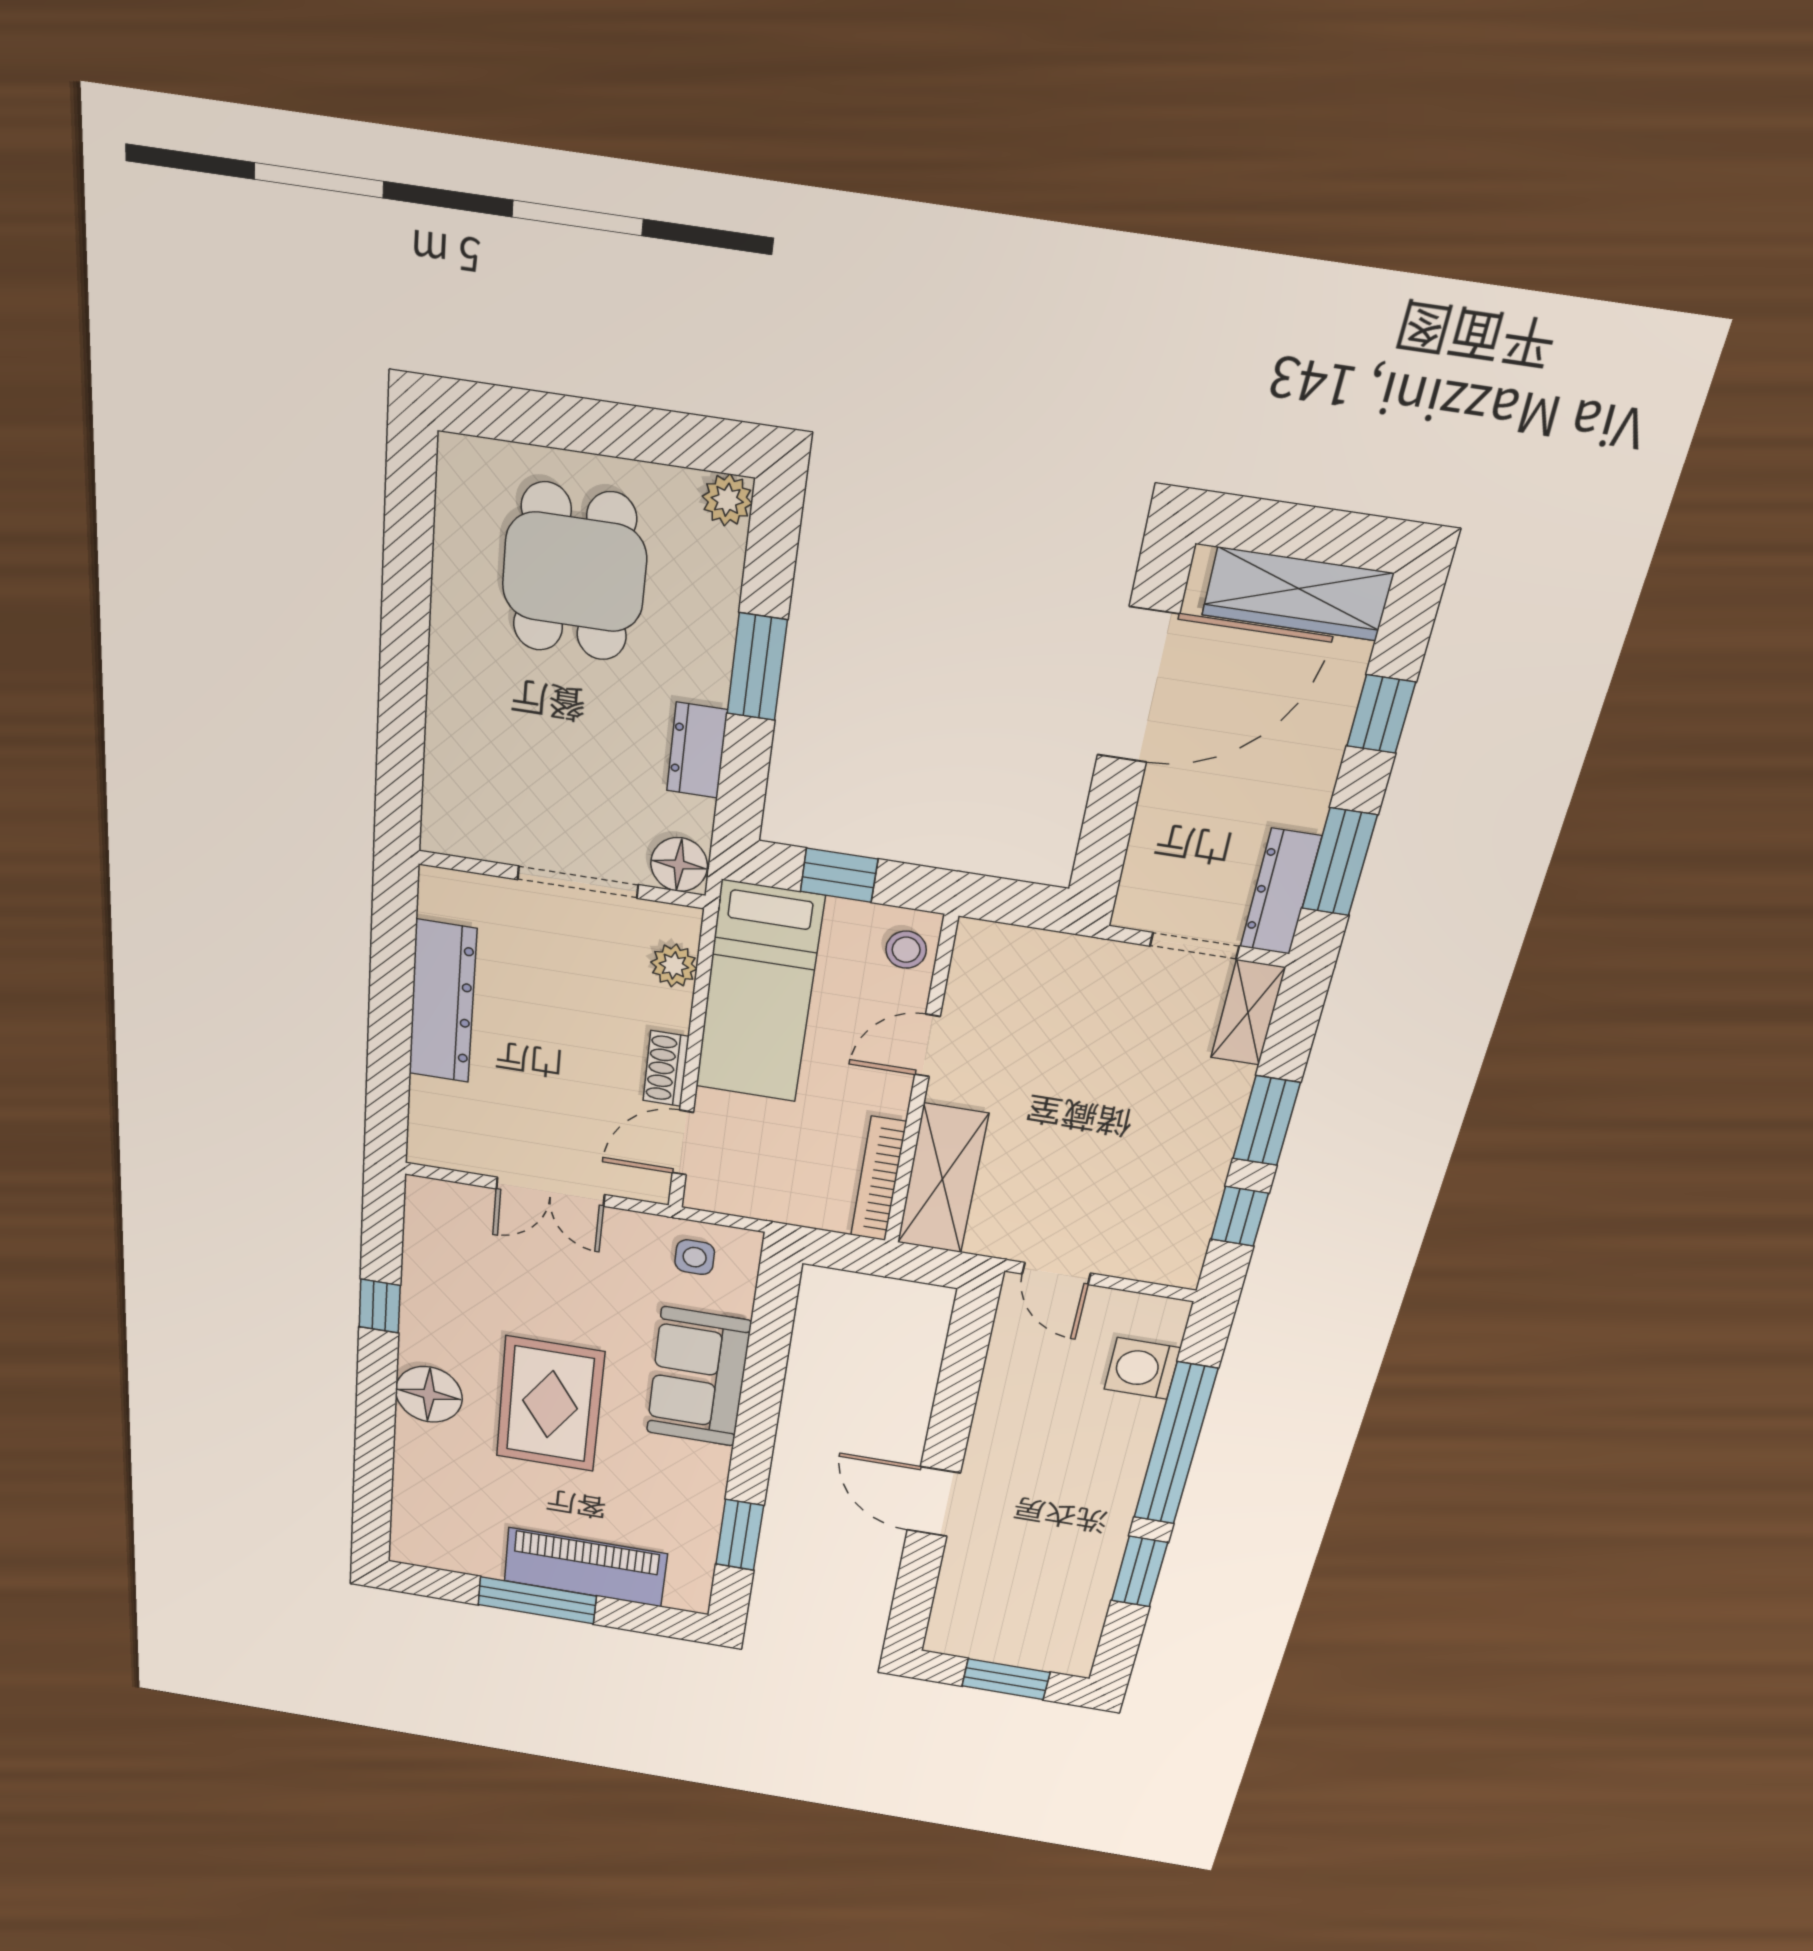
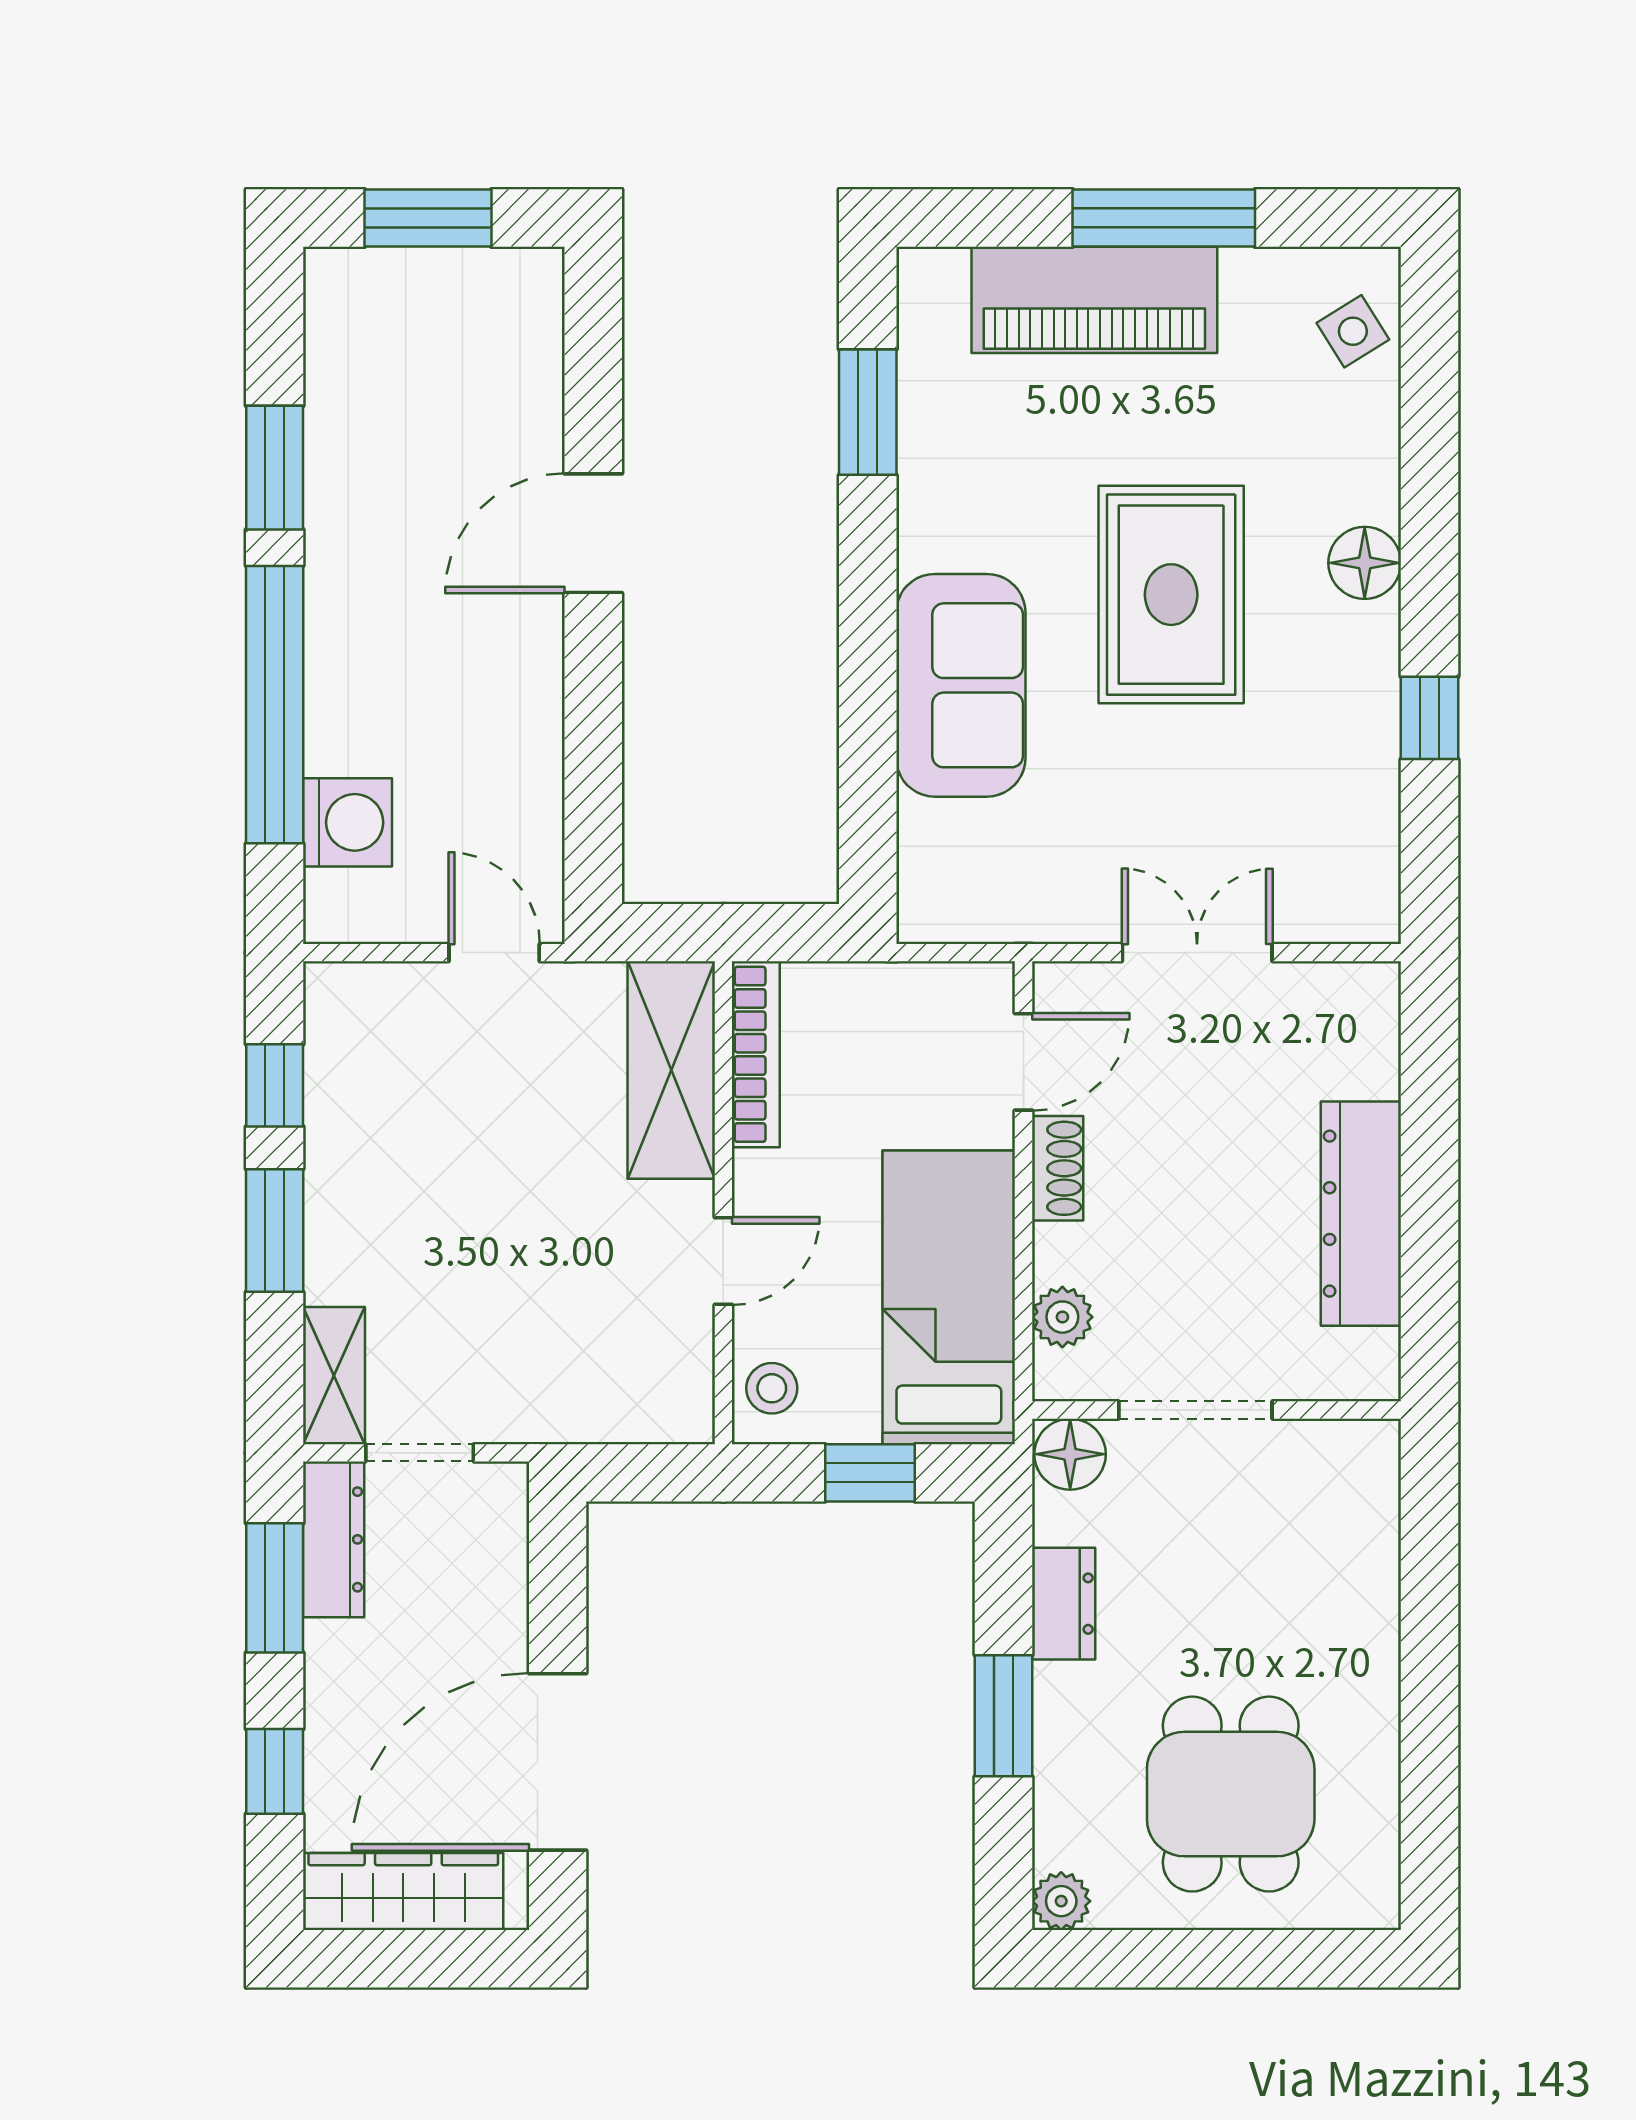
side table: (695, 1257) -> (1353, 331), moved, turned -32
floor lamp: (429, 1394) -> (1365, 563), width x0.73, depth x0.73
door: (934, 1502) -> (593, 533), swing flipped

